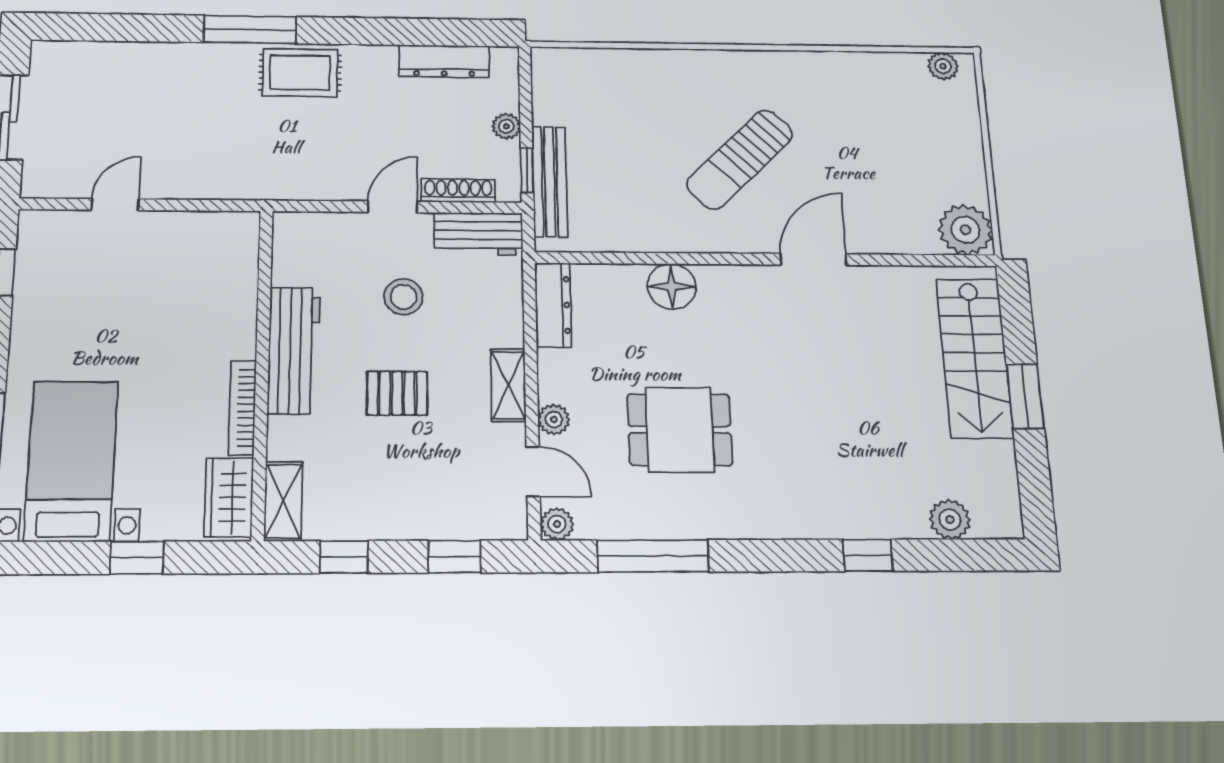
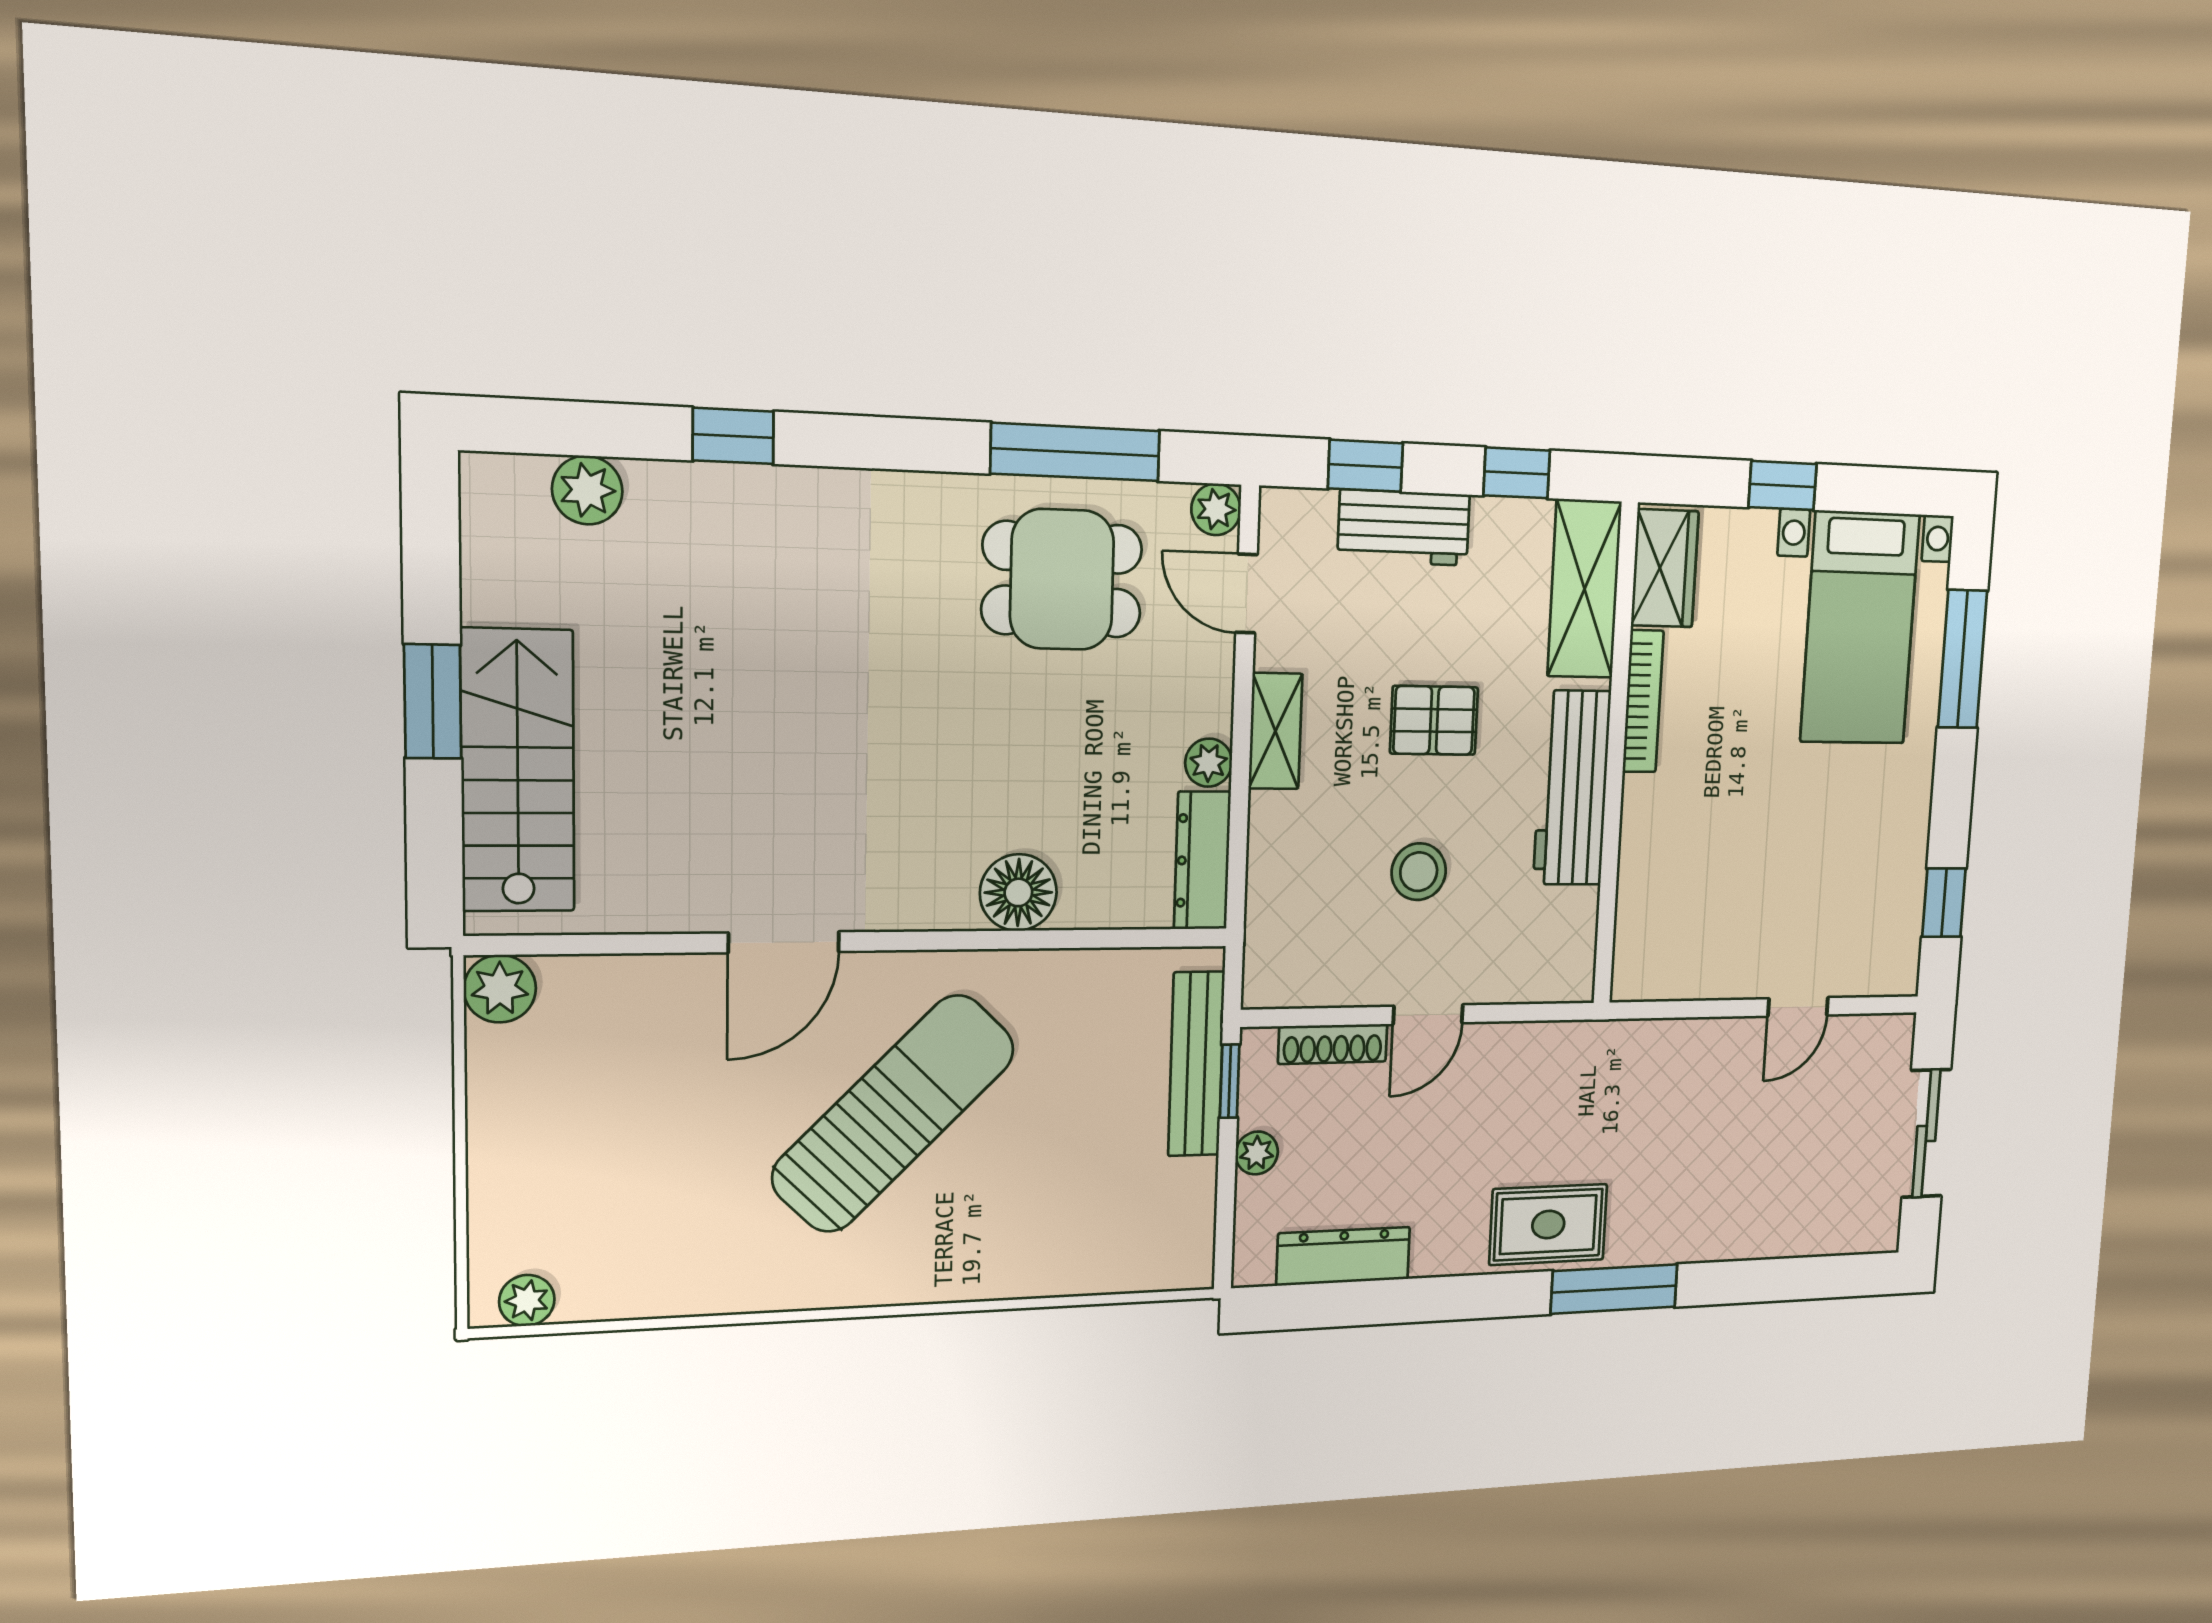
sun lounger: (740, 159) -> (894, 1113), width x1.36, depth x1.34
plant: (965, 230) -> (500, 989), width x0.73, depth x0.73
workbench: (478, 234) -> (1404, 528), moved, turned 180
plant: (554, 420) -> (1209, 763), moved
dining table: (680, 430) -> (1062, 579), moved
shelving: (283, 501) -> (1584, 589), width x1.50, depth x1.33

